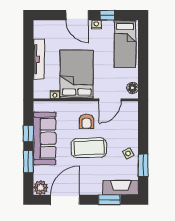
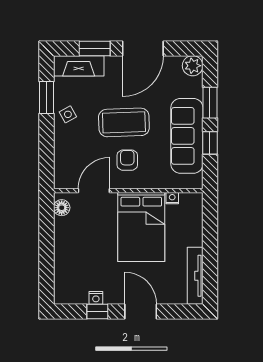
nightstand: (96, 25) -> (96, 298), moved
bed: (125, 44) -> (72, 271), removed
tv unit: (39, 59) -> (195, 276), moved
door: (65, 200) -> (143, 48), moved

